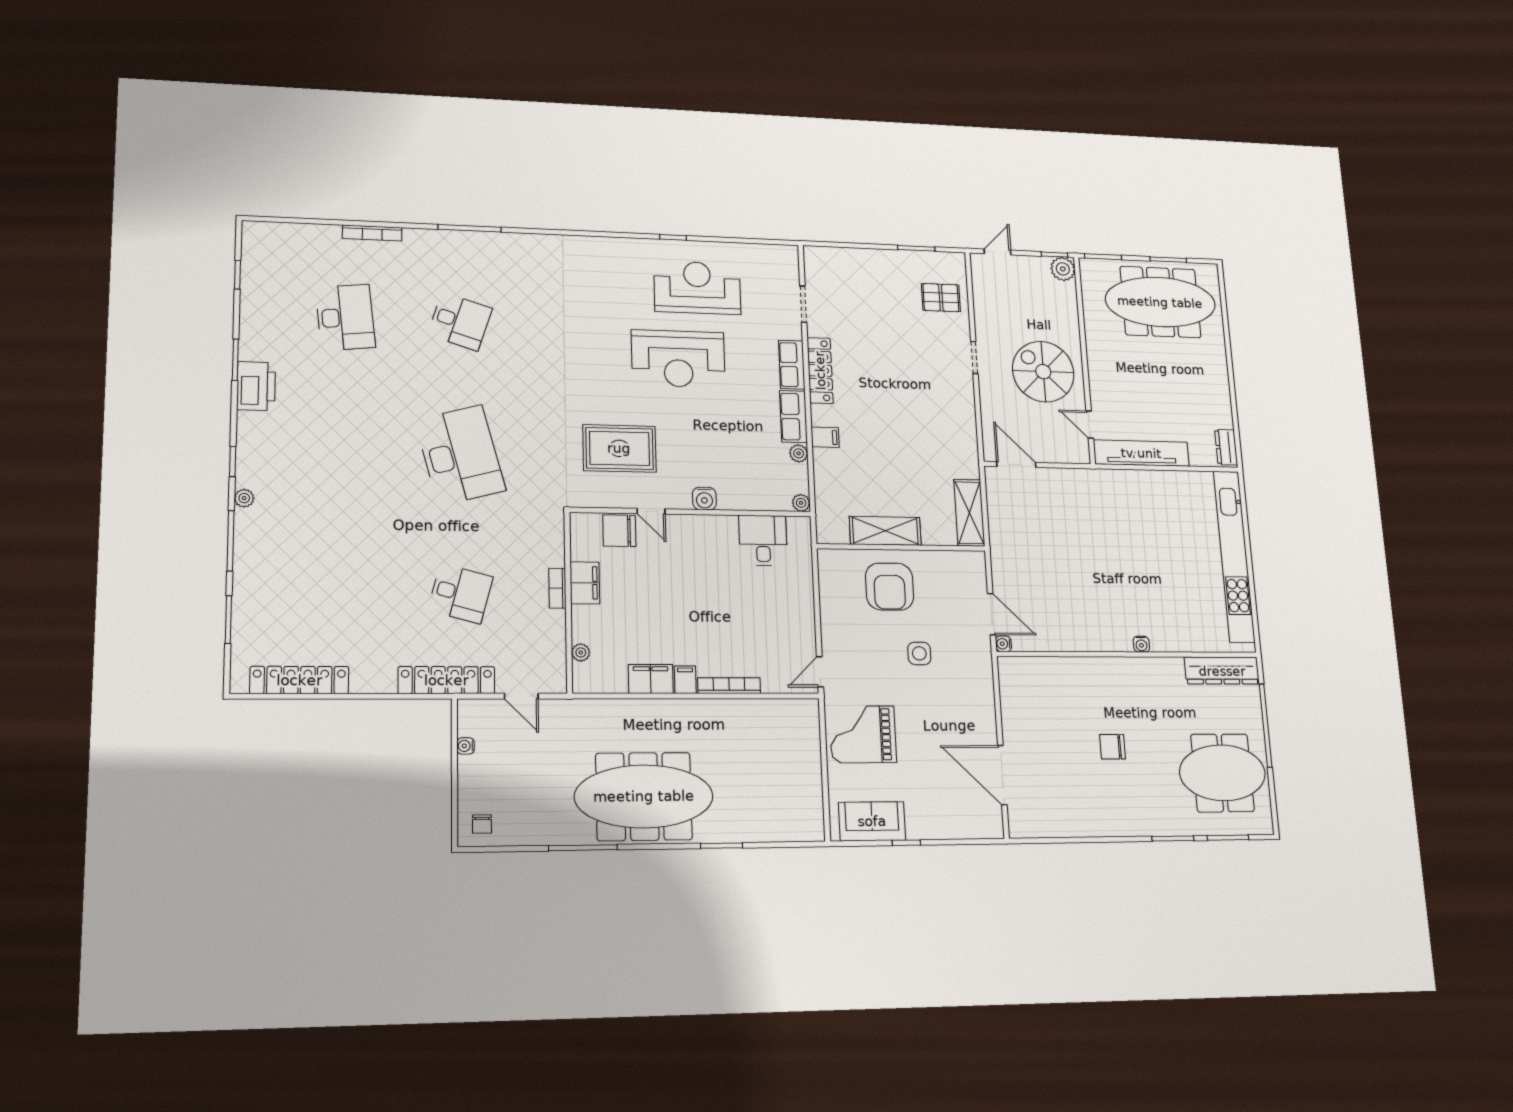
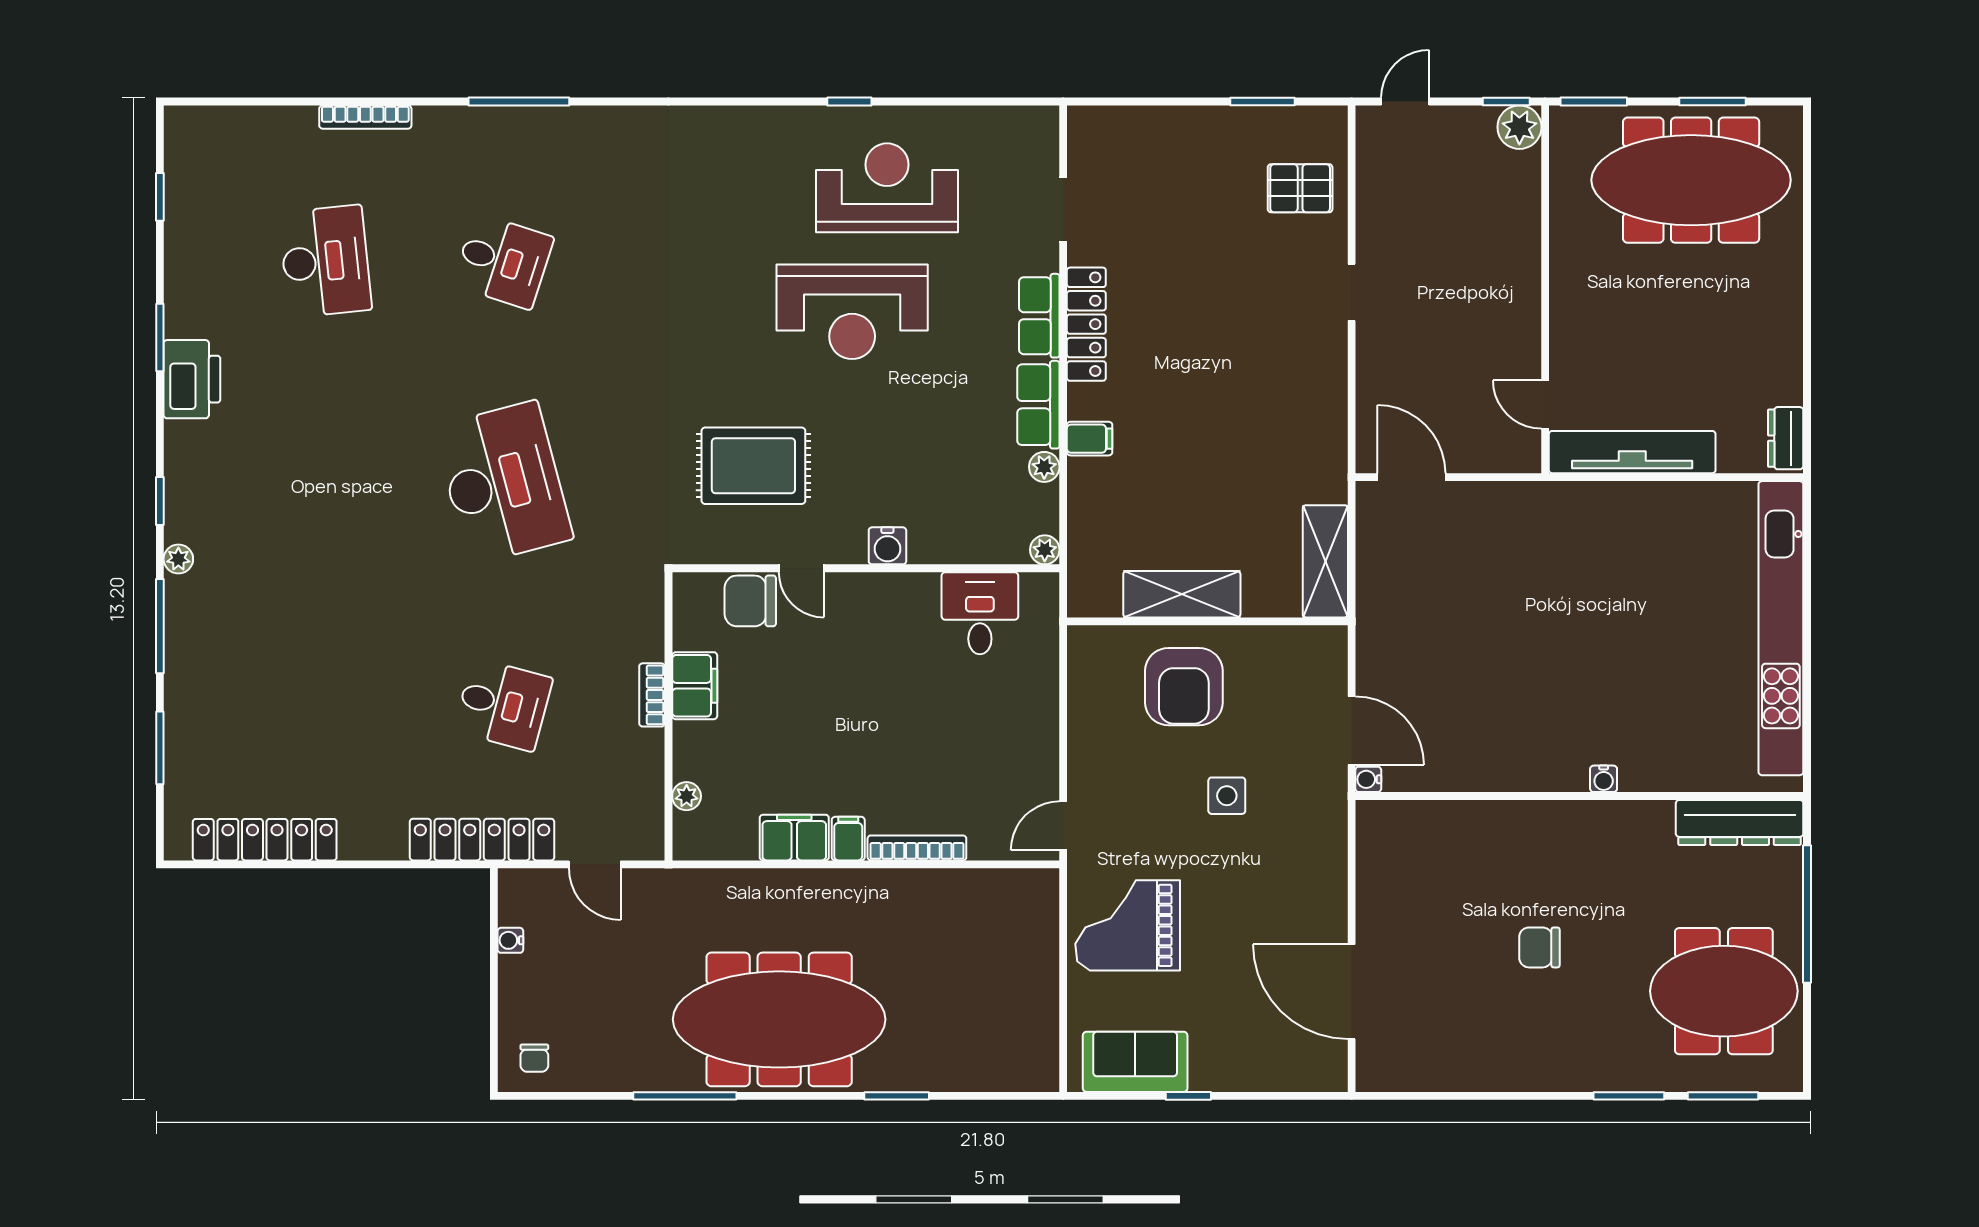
spiral stairs: (1043, 372) -> (1470, 313), removed

